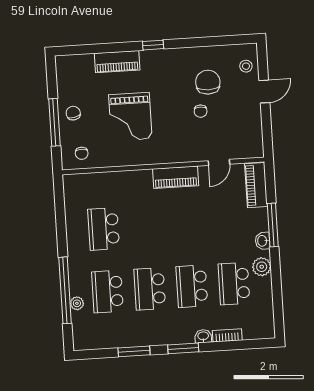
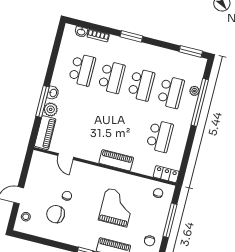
chair: (208, 82) -> (56, 214), turned 90
chair: (73, 113) -> (150, 241), moved
door: (219, 162) -> (66, 156), swing flipped
piano: (176, 177) -> (116, 160), moved
locker: (79, 182) -> (166, 174), added
plant: (262, 267) -> (51, 109), moved
washbasin: (203, 336) -> (81, 32), moved
window: (134, 351) -> (191, 51), moved

